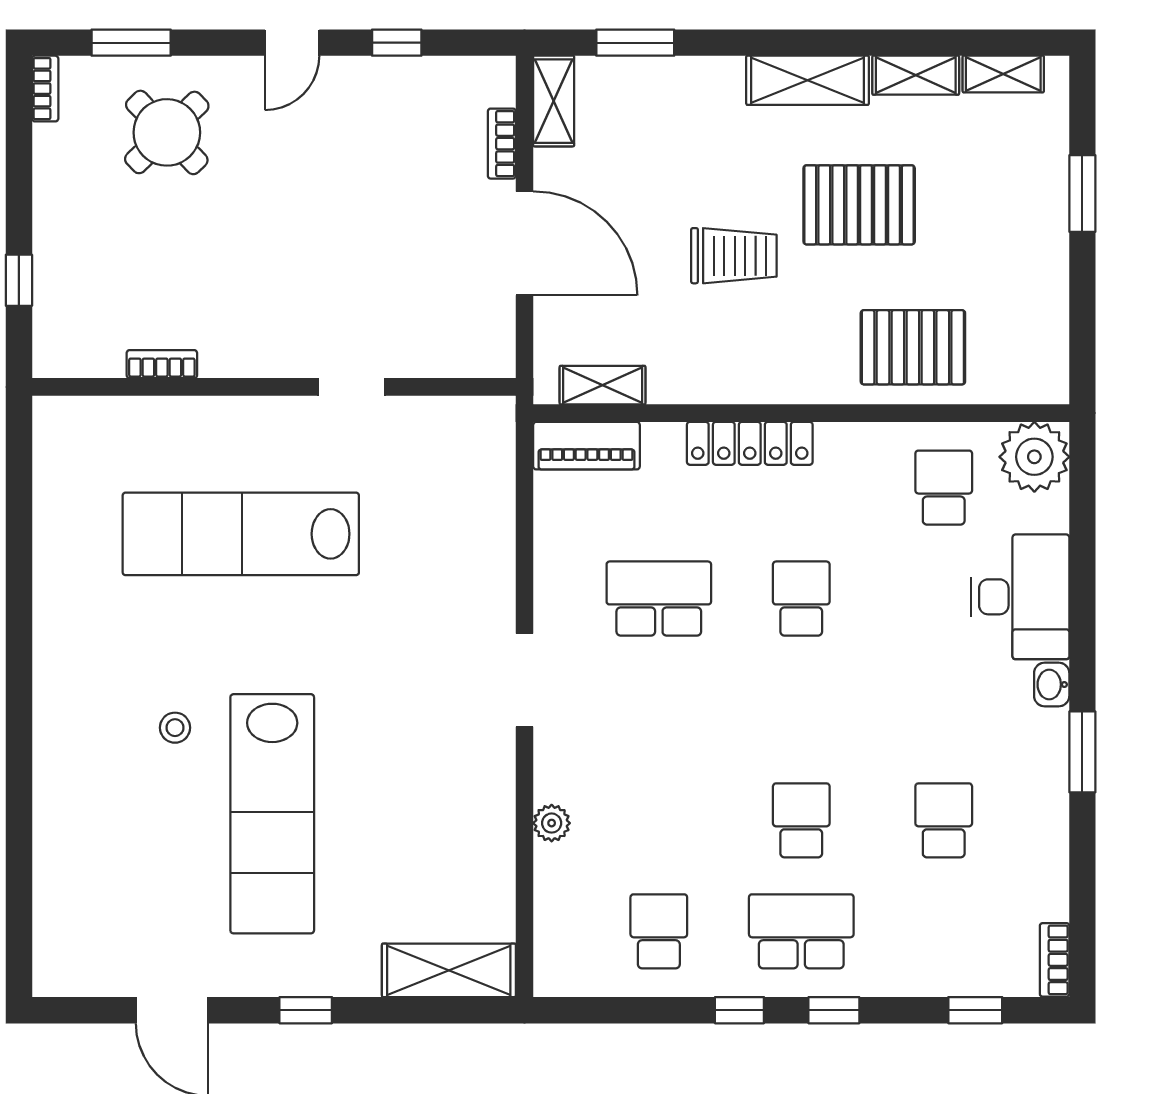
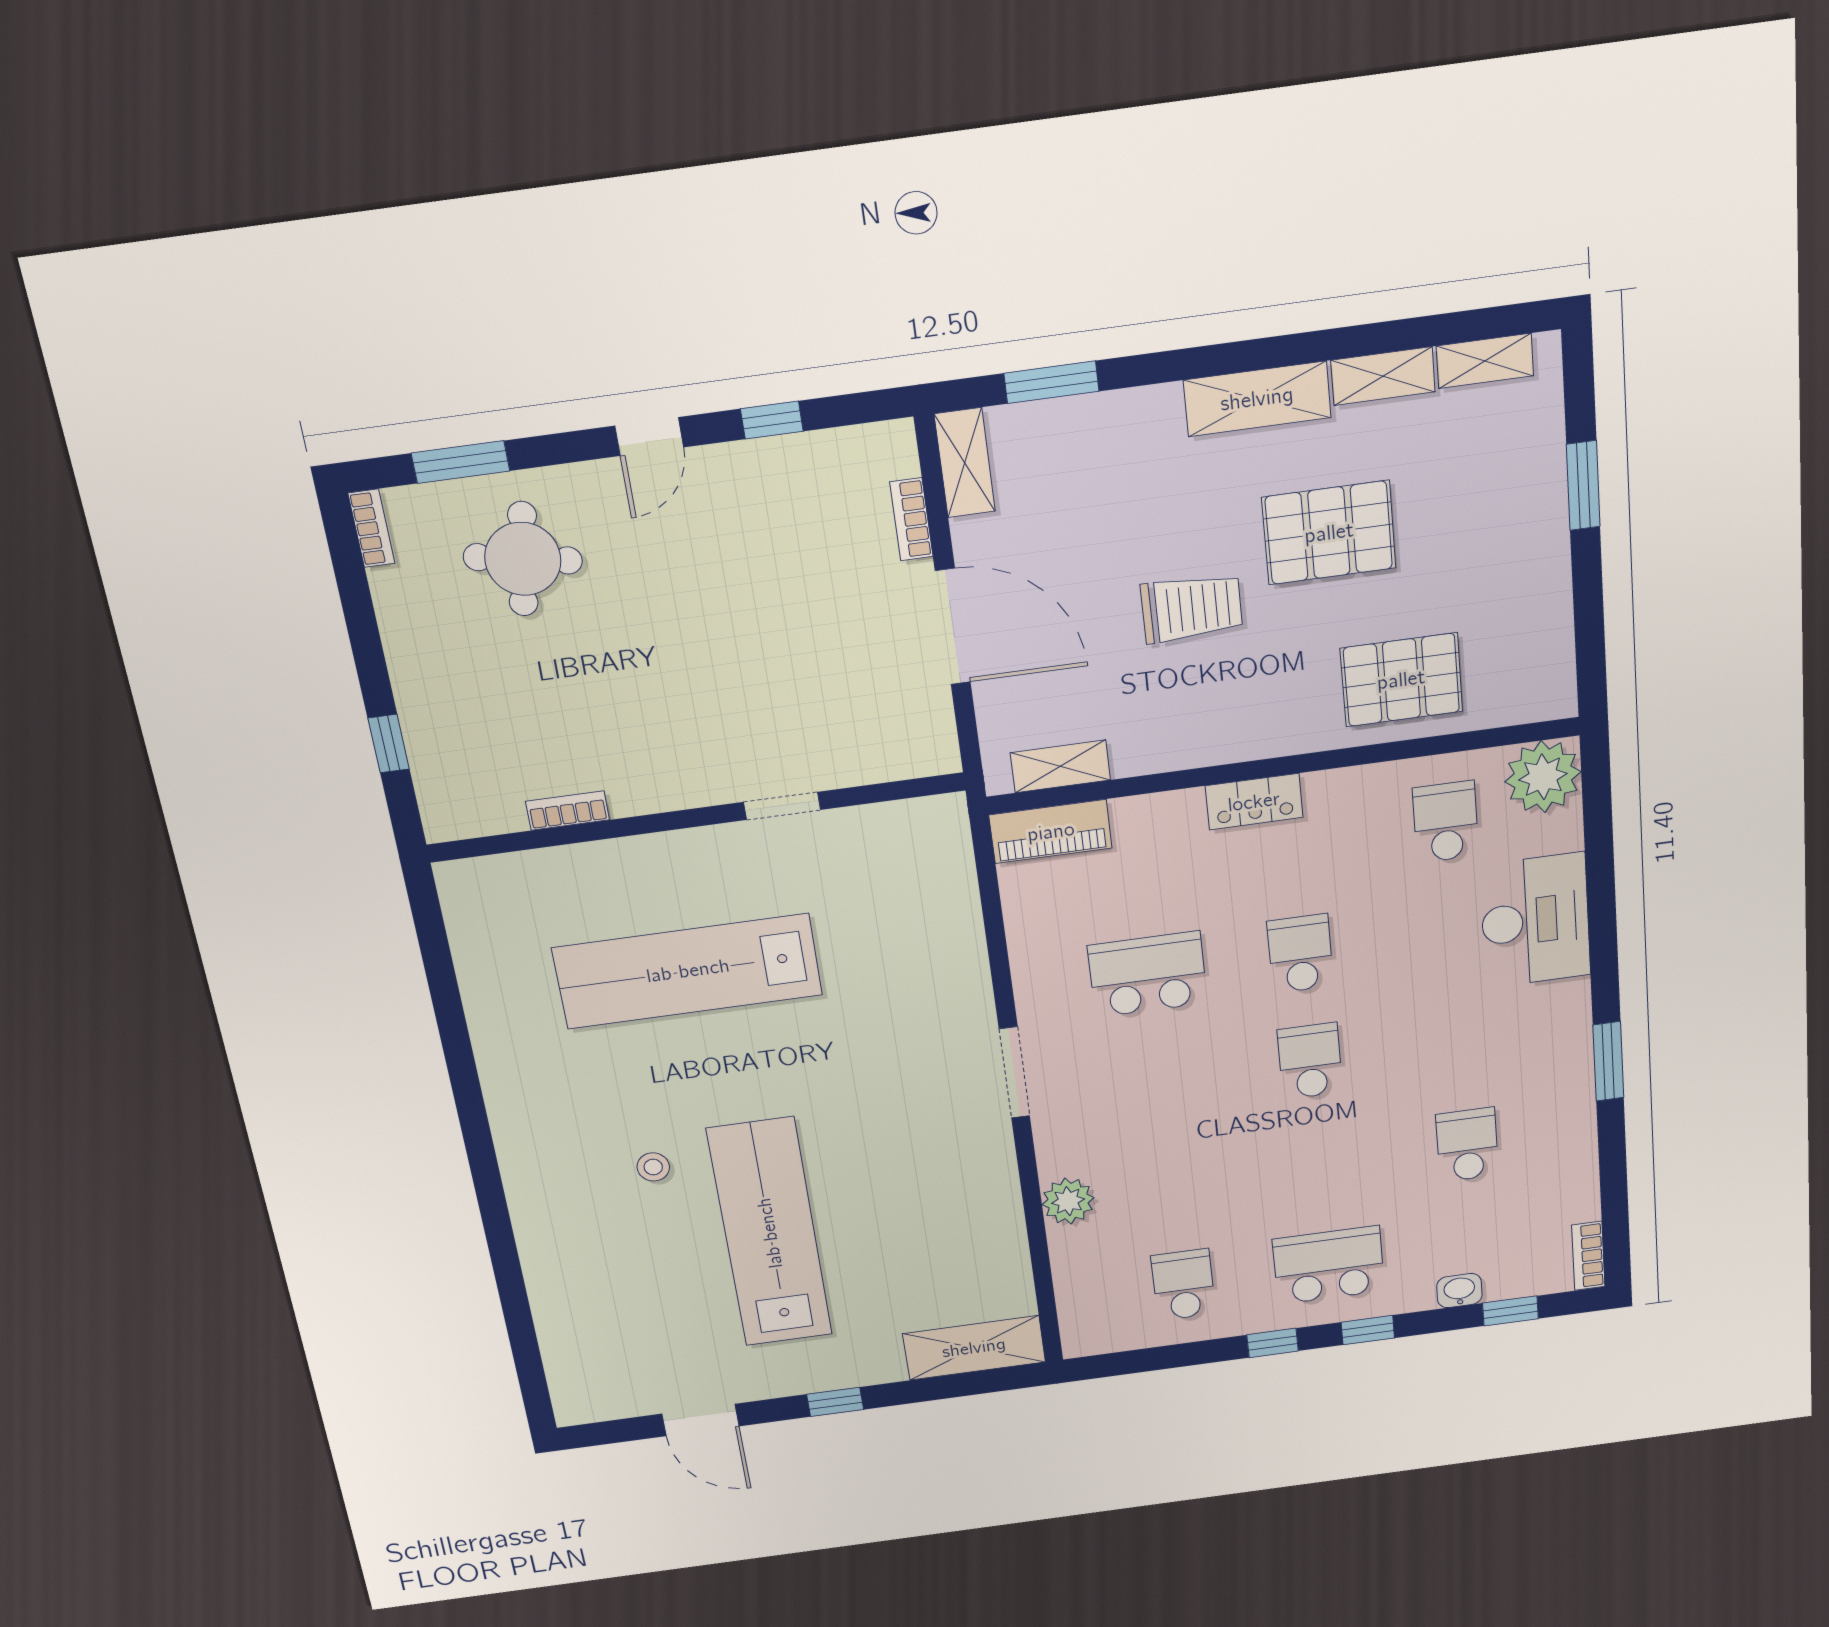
round table: (167, 132) -> (523, 559), turned -36
locker: (750, 443) -> (1254, 802), width x0.66
washbasin: (1052, 685) -> (1459, 1291), moved, turned 90
lab bench: (272, 814) -> (770, 1233), turned 180
school desk: (801, 820) -> (1310, 1061), moved
plant: (552, 823) -> (1068, 1201), width x1.38, depth x1.38

